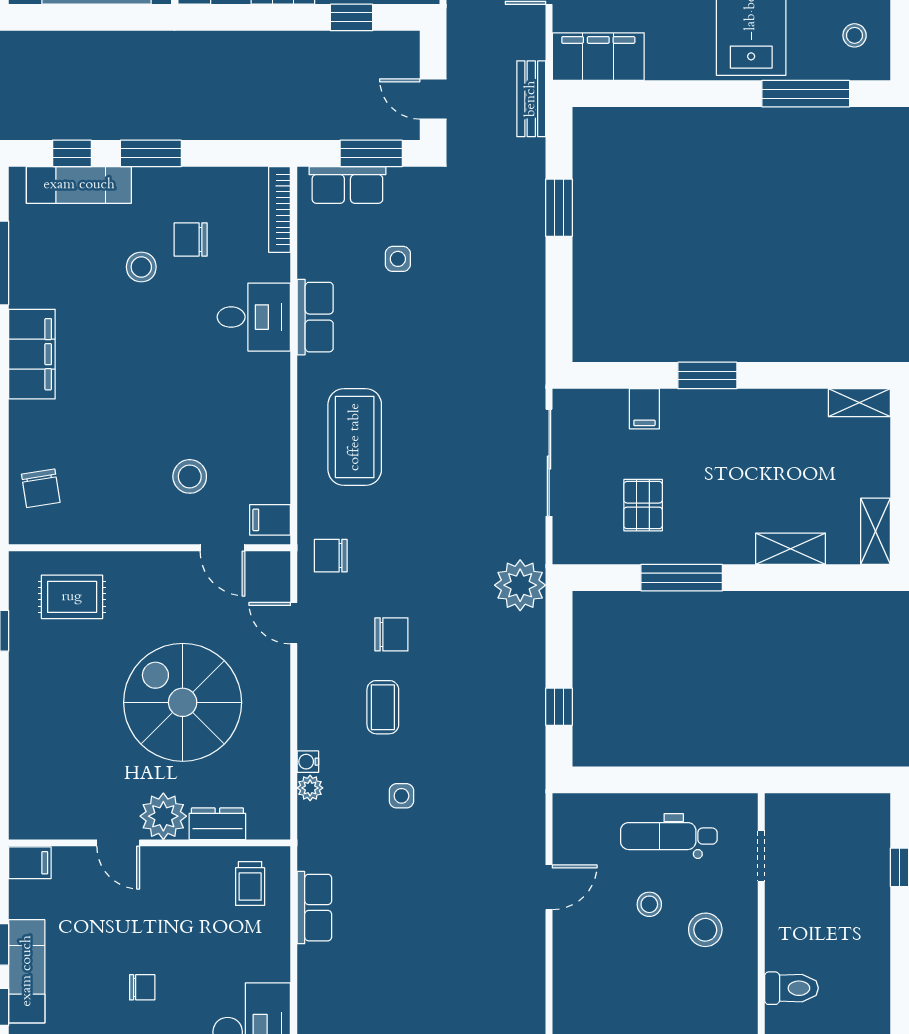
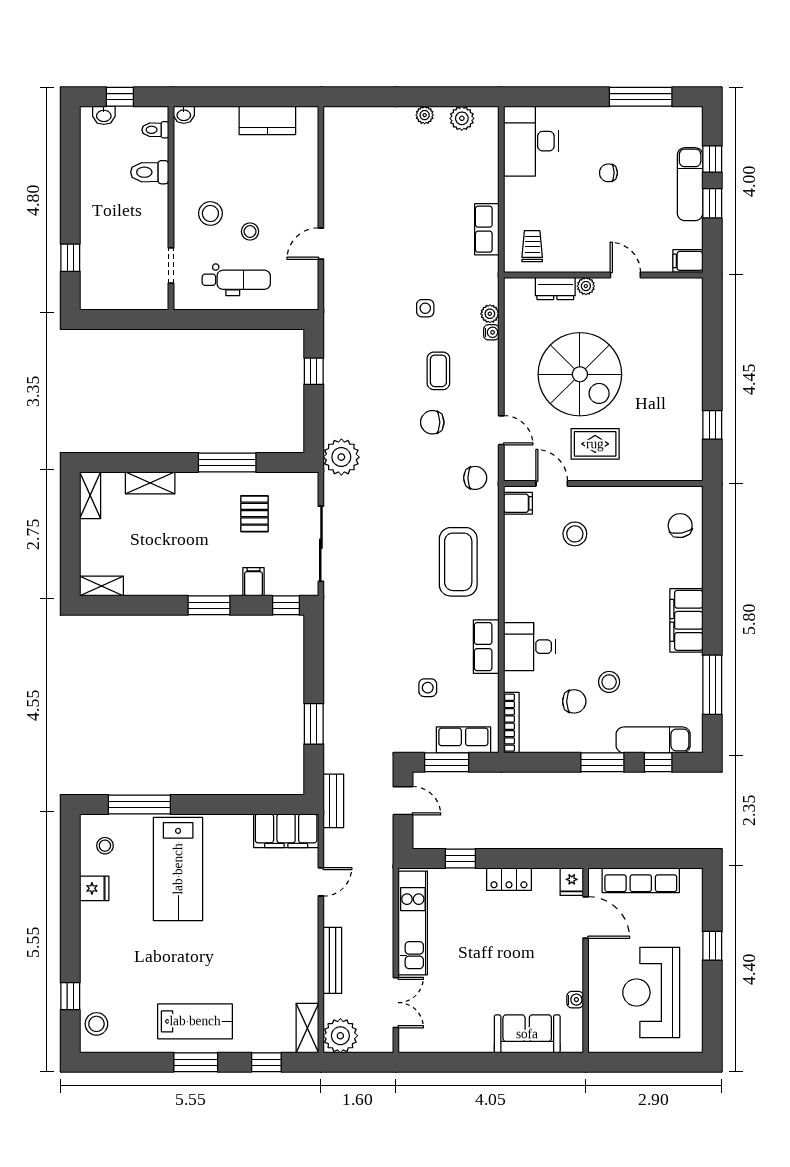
window: (599, 375) -> (286, 605), added
rug: (72, 597) -> (595, 444), moved
plant: (163, 816) -> (586, 286), width x0.53, depth x0.53

